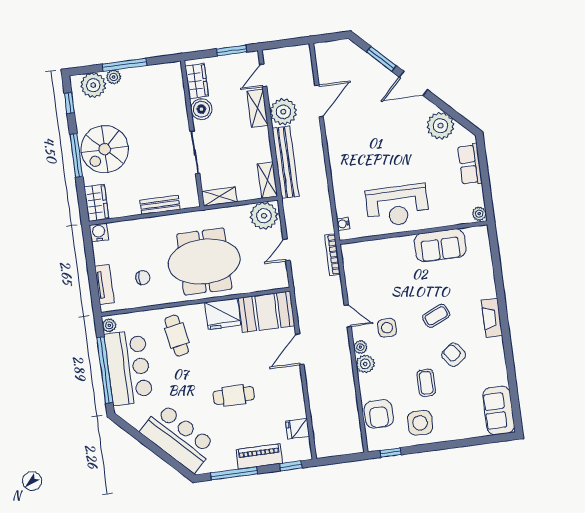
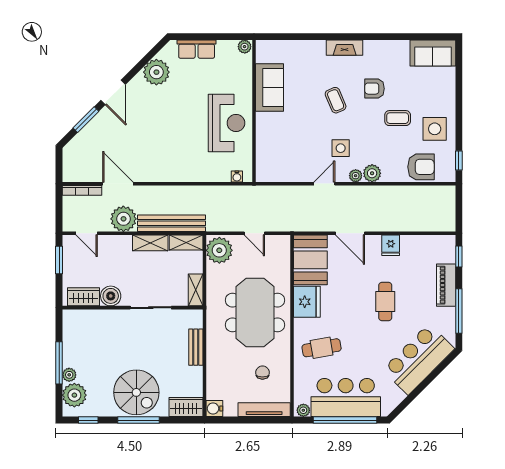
shelving: (257, 108) -> (150, 243), moved
bookcase: (333, 255) -> (82, 190), moved
tv unit: (104, 284) -> (264, 410), width x1.41
armchair: (454, 355) -> (375, 89), turned 37
fridge: (298, 429) -> (391, 245), moved

